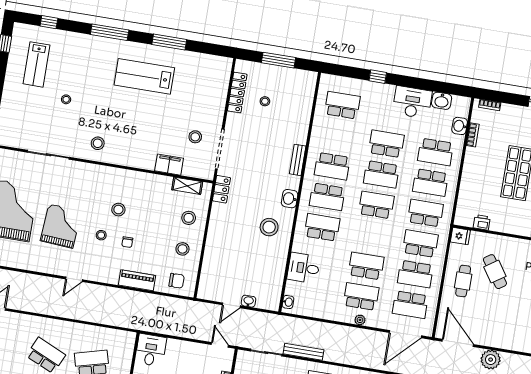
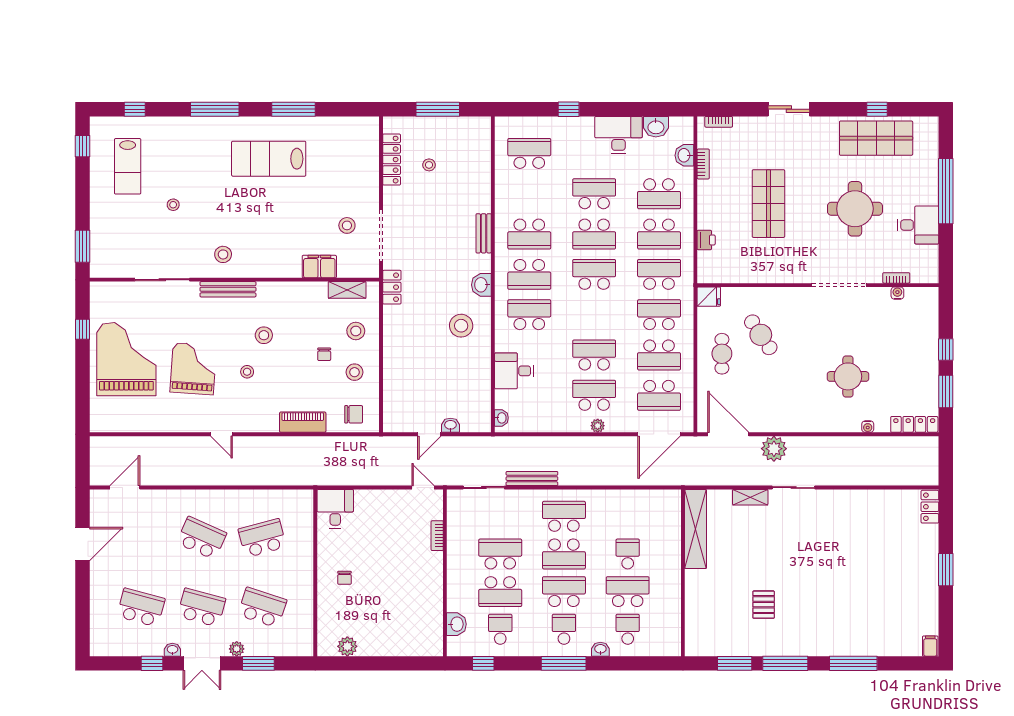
bench: (97, 170) -> (228, 289), added
printer: (482, 222) -> (706, 240), moved, turned 90
chair: (127, 242) -> (324, 354), moved
door: (74, 279) -> (222, 434), hinge flipped

